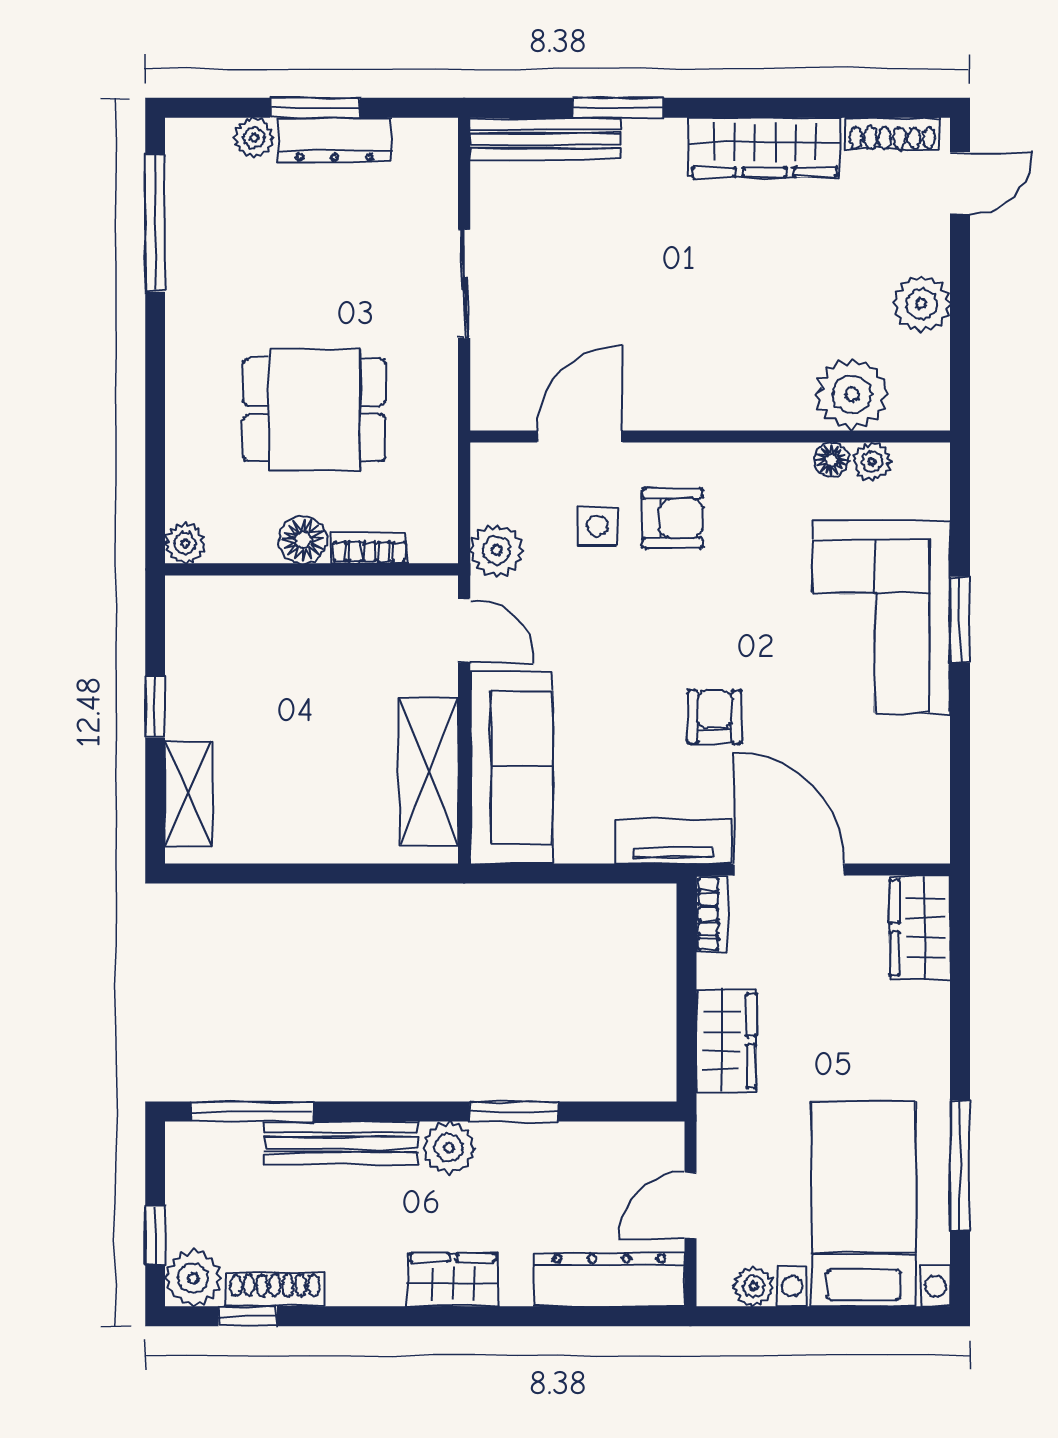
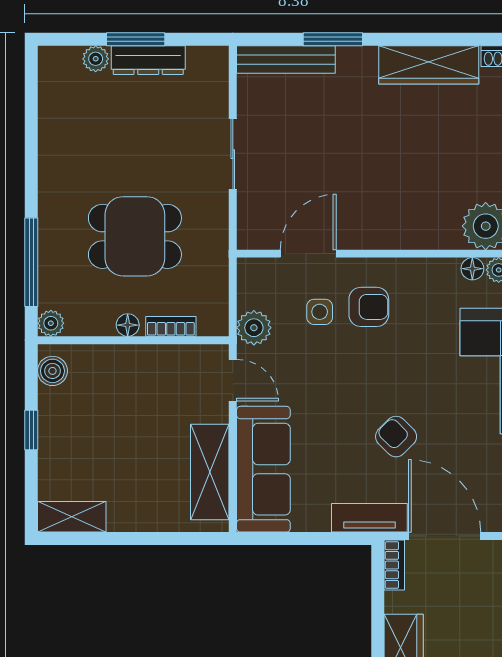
window: (155, 224) -> (31, 262), moved
floor lamp: (303, 540) -> (128, 325), width x0.73, depth x0.73
boiler: (188, 616) -> (52, 371), added
armchair: (714, 717) -> (396, 437), turned -45
shelving: (188, 793) -> (72, 517), moved, turned 90

